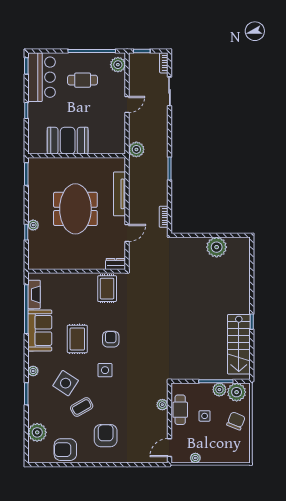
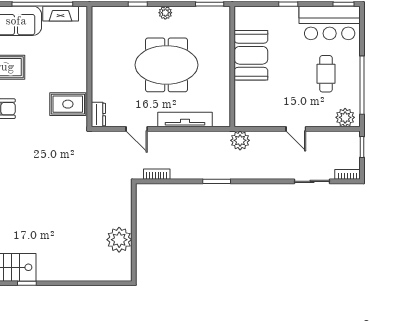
plant: (33, 225) -> (165, 13), moved

